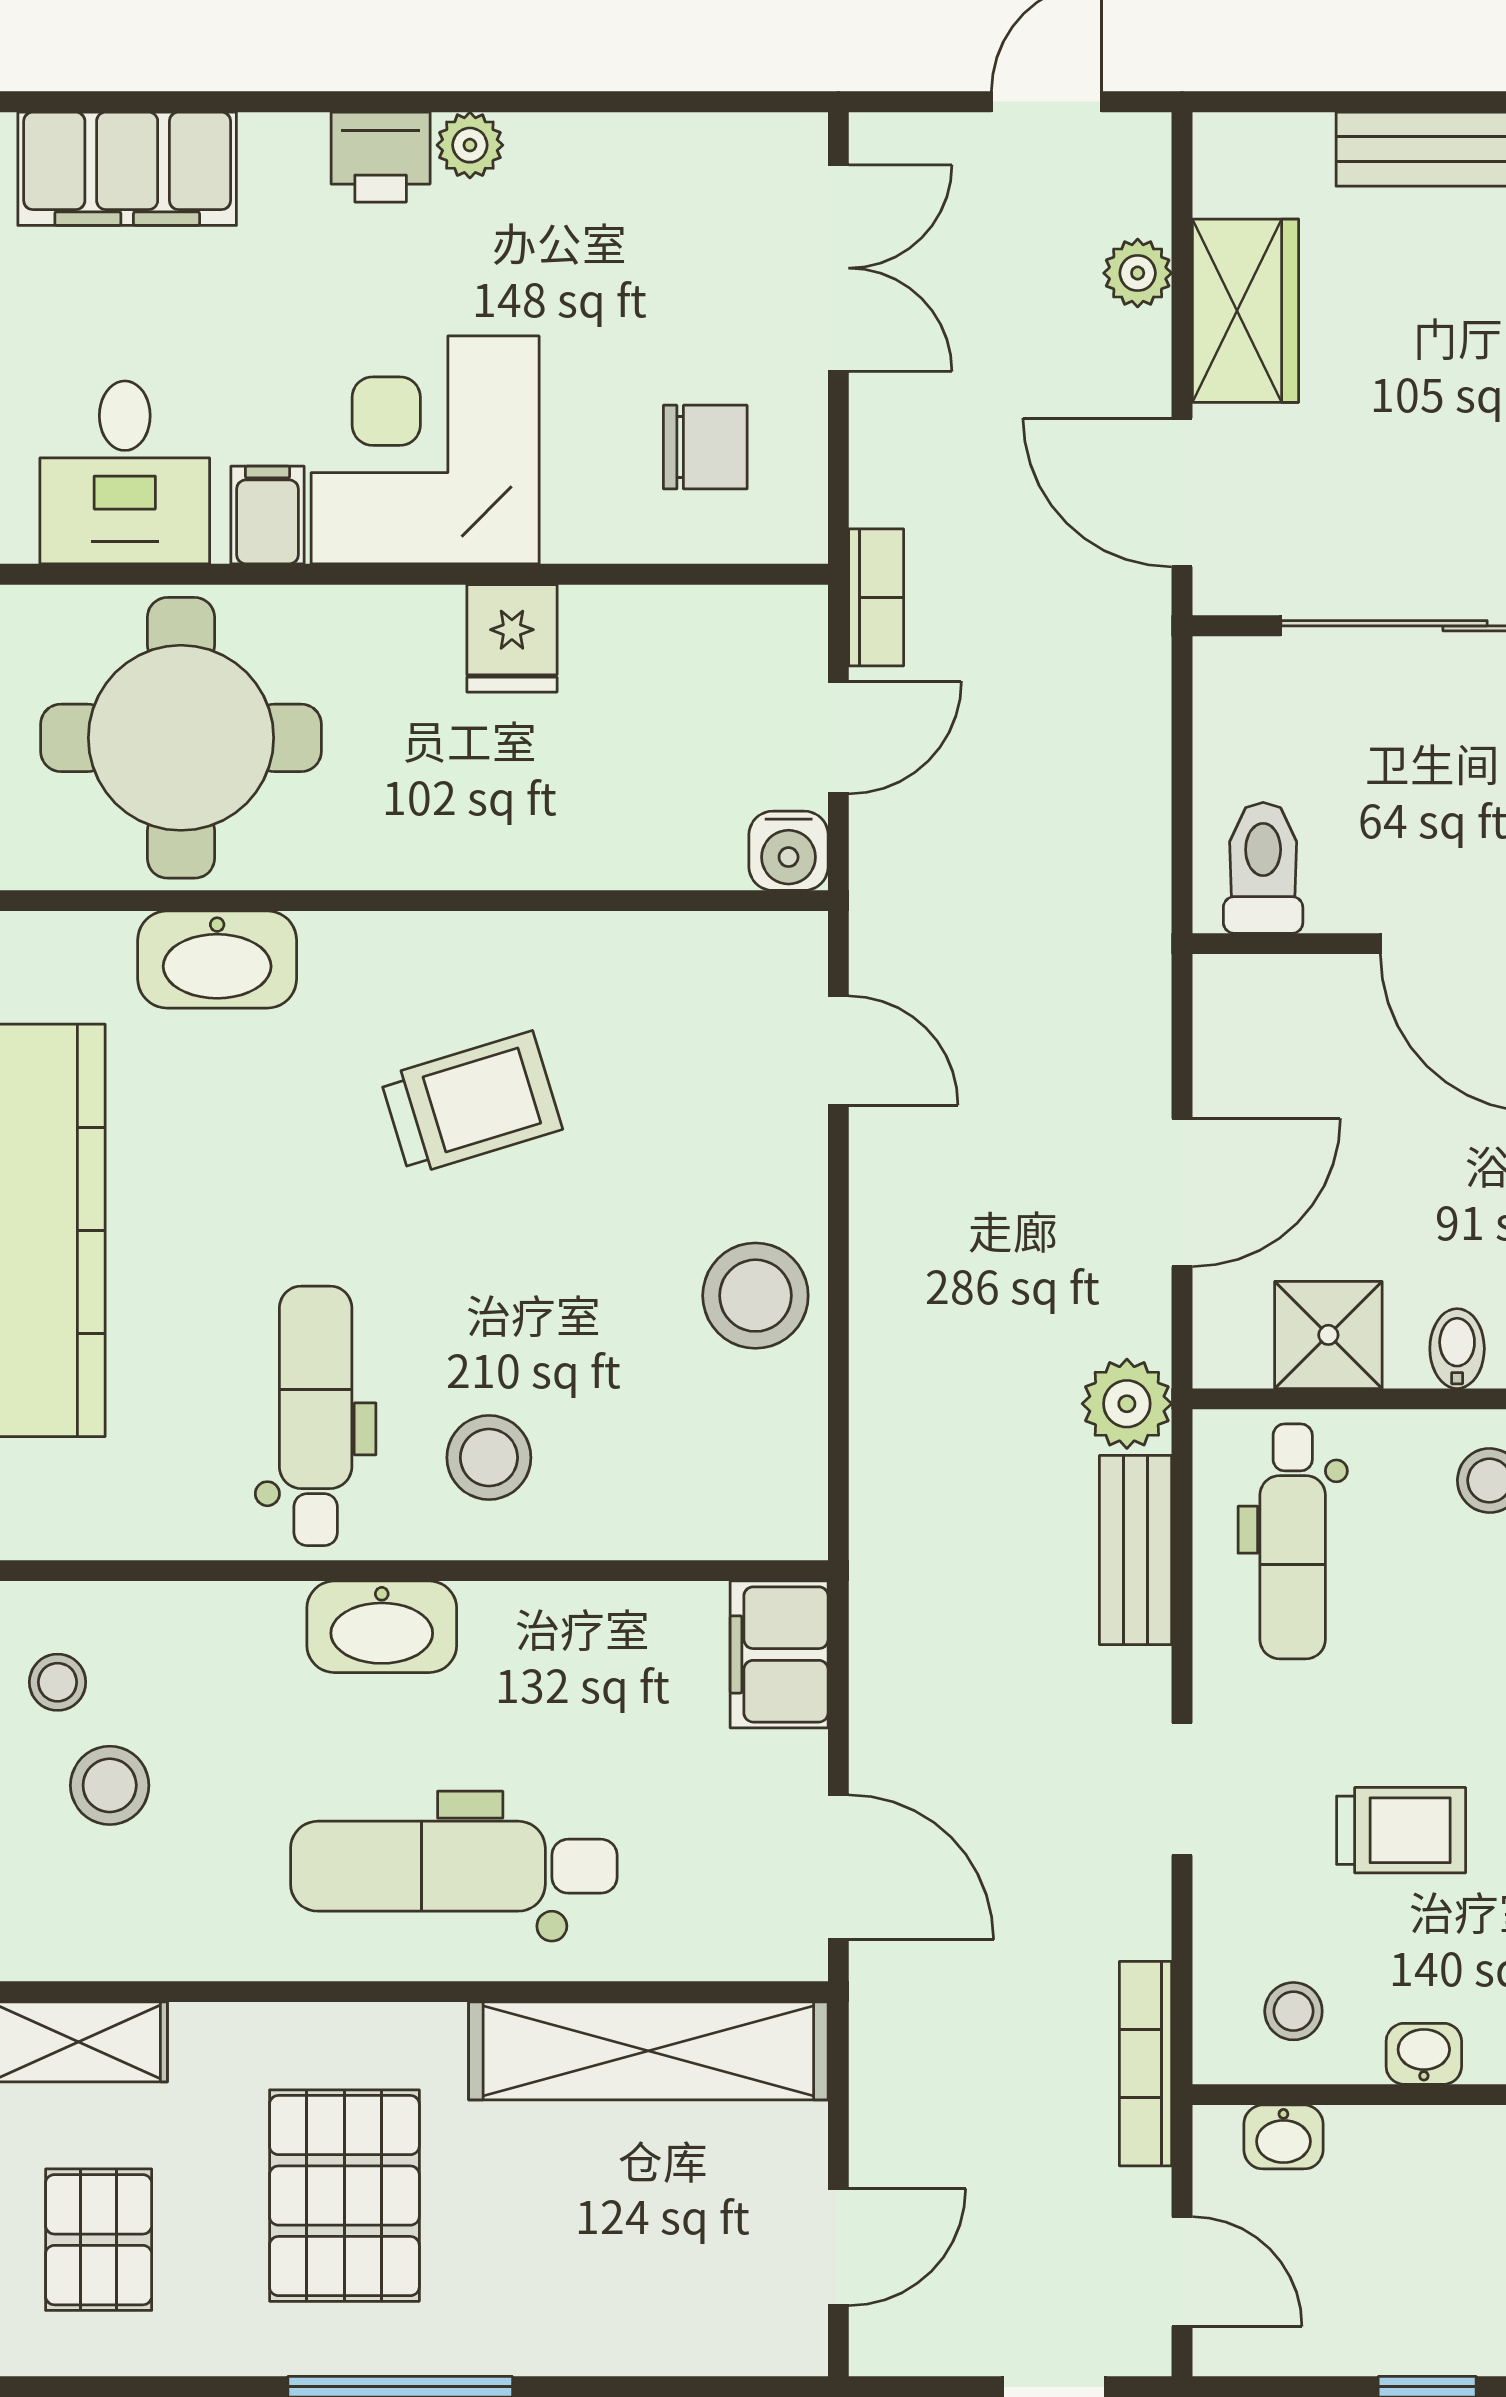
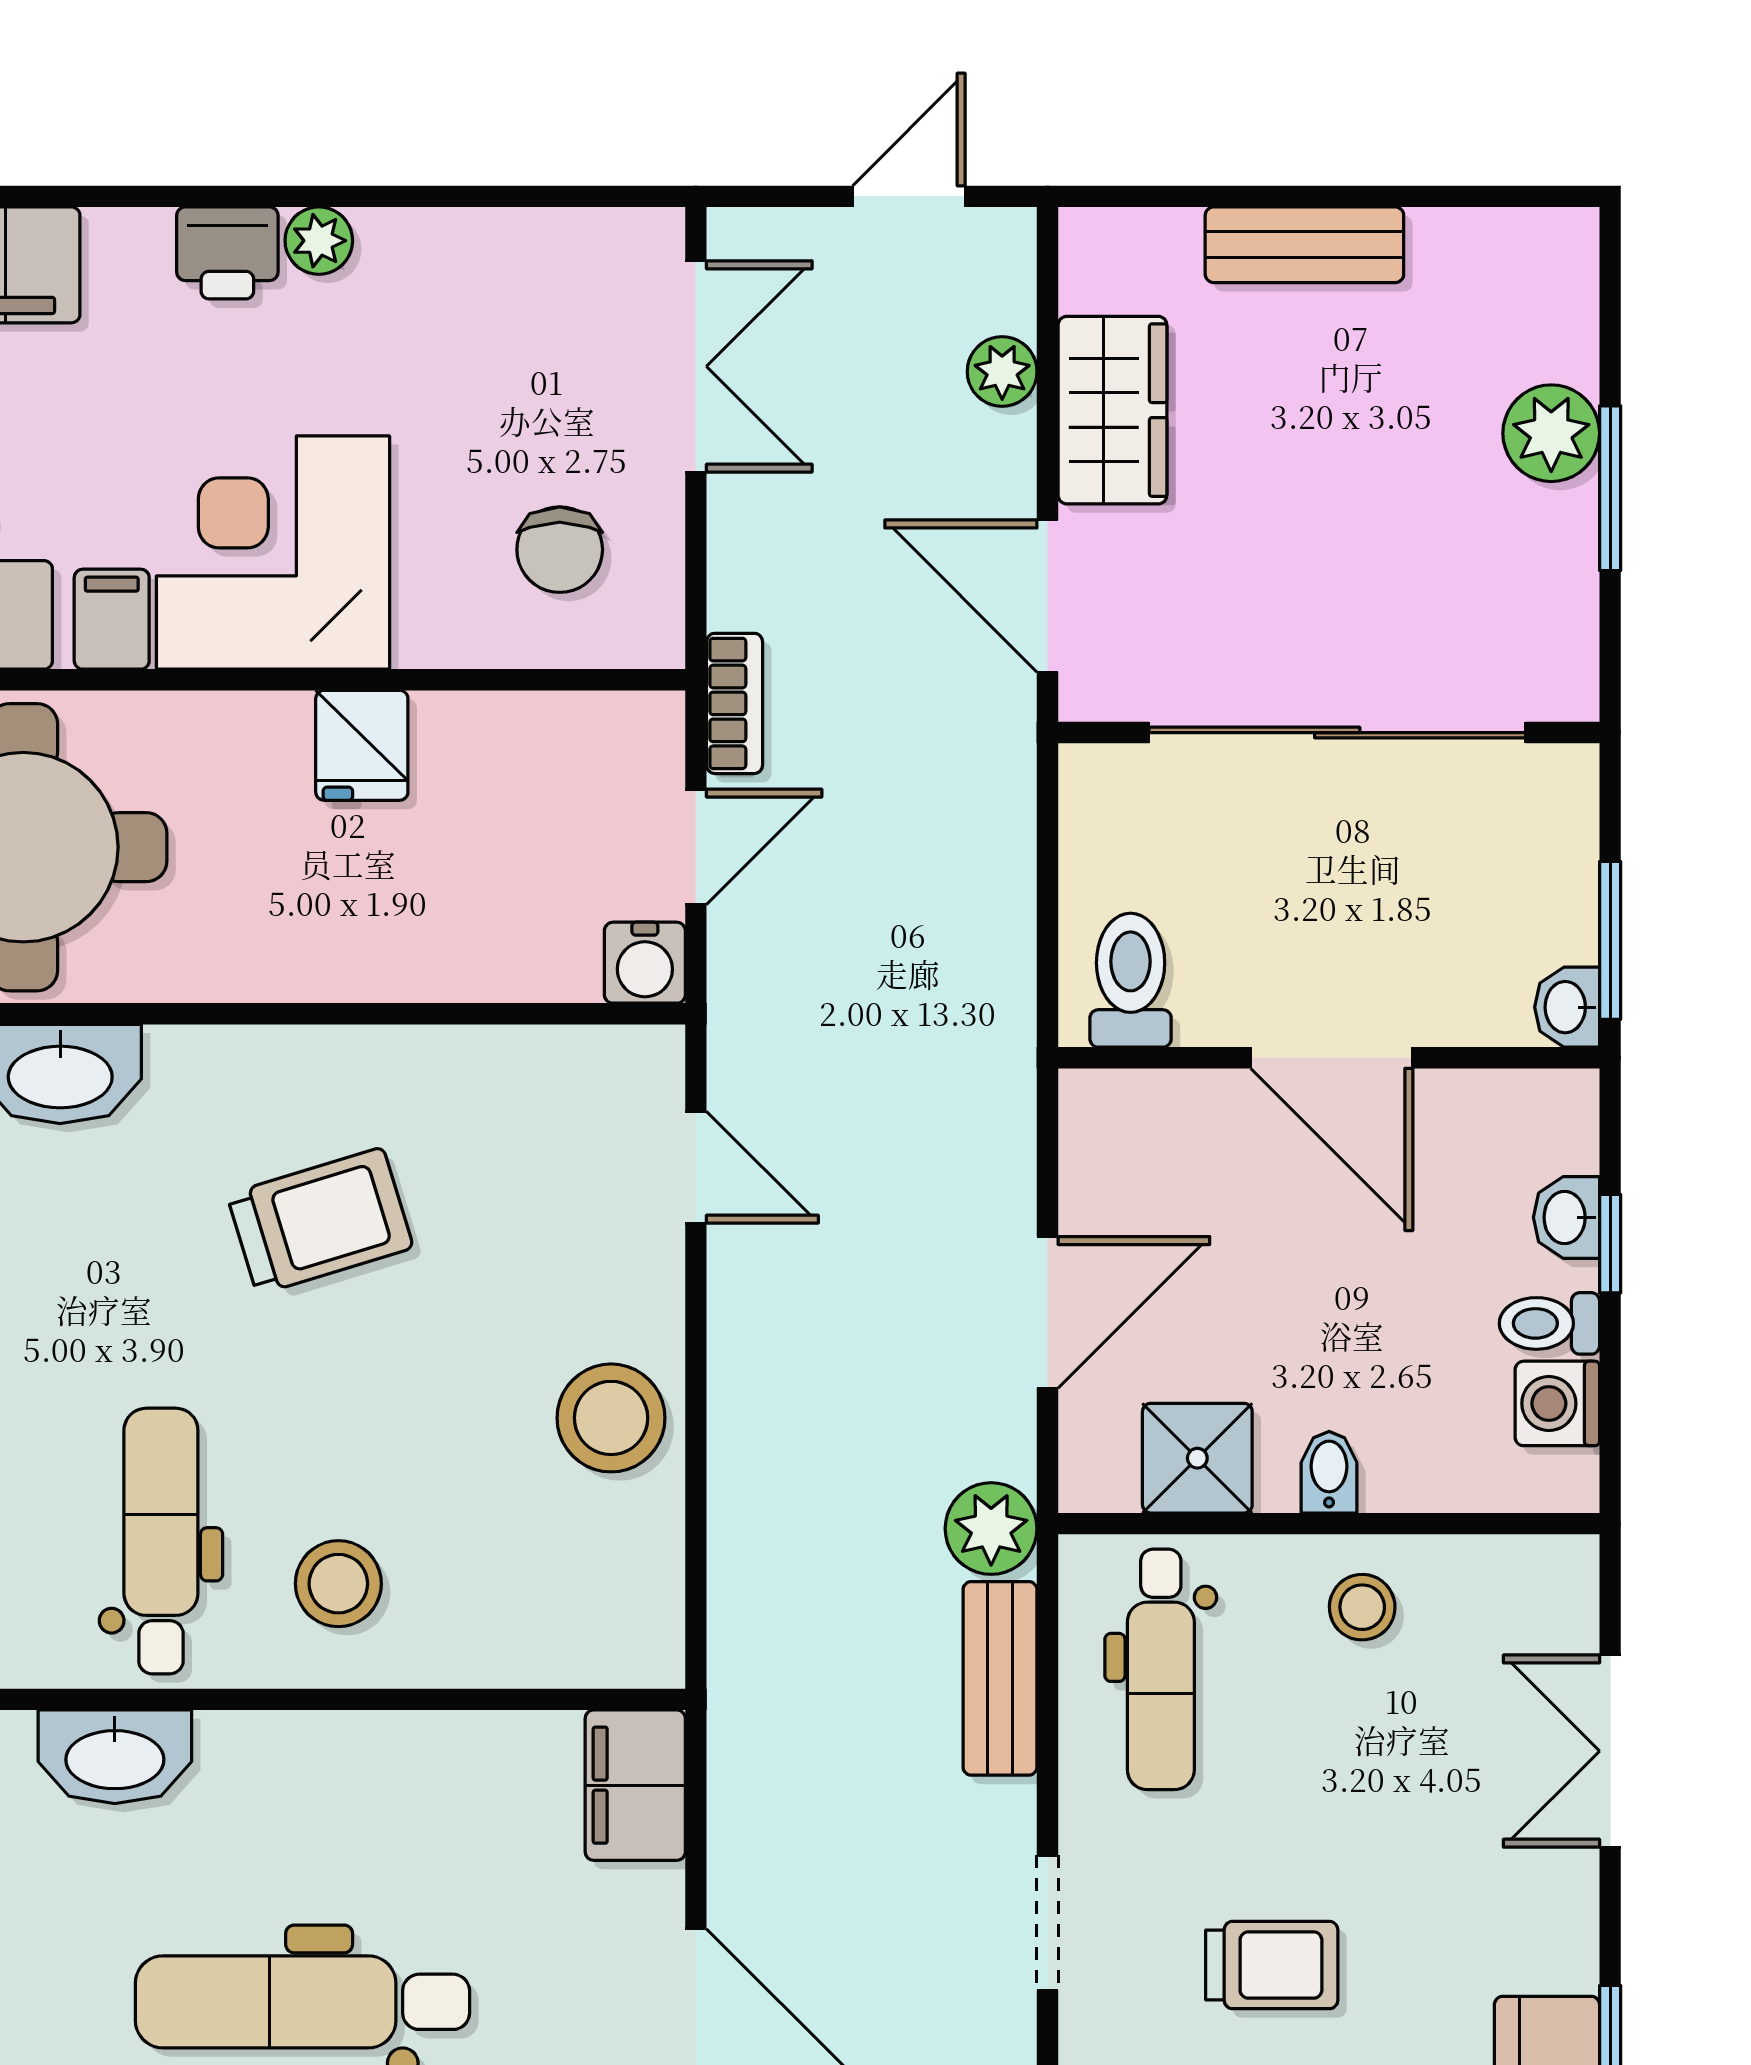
chair: (705, 447) -> (560, 550), turned 90
washbasin: (382, 1627) -> (115, 1757), moved

